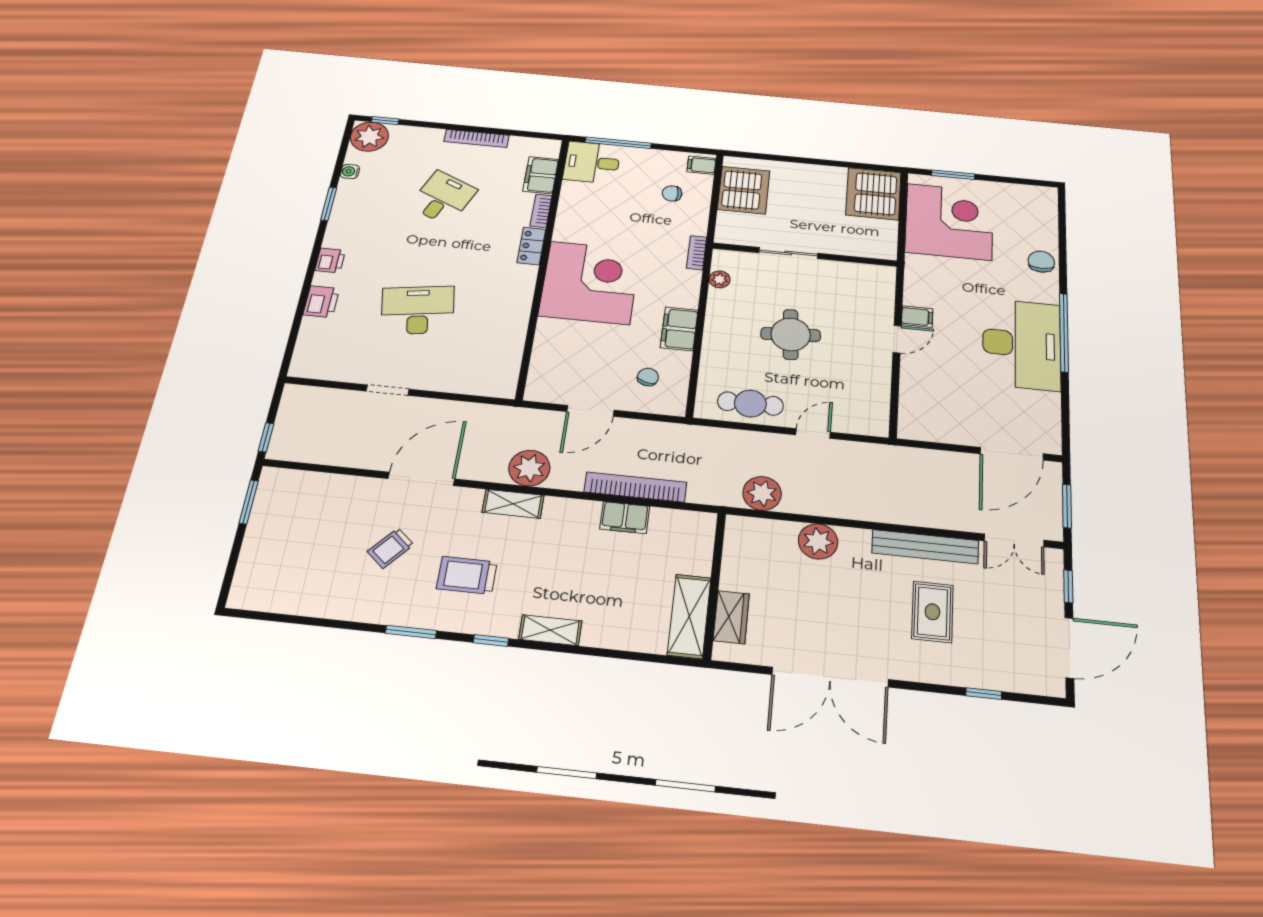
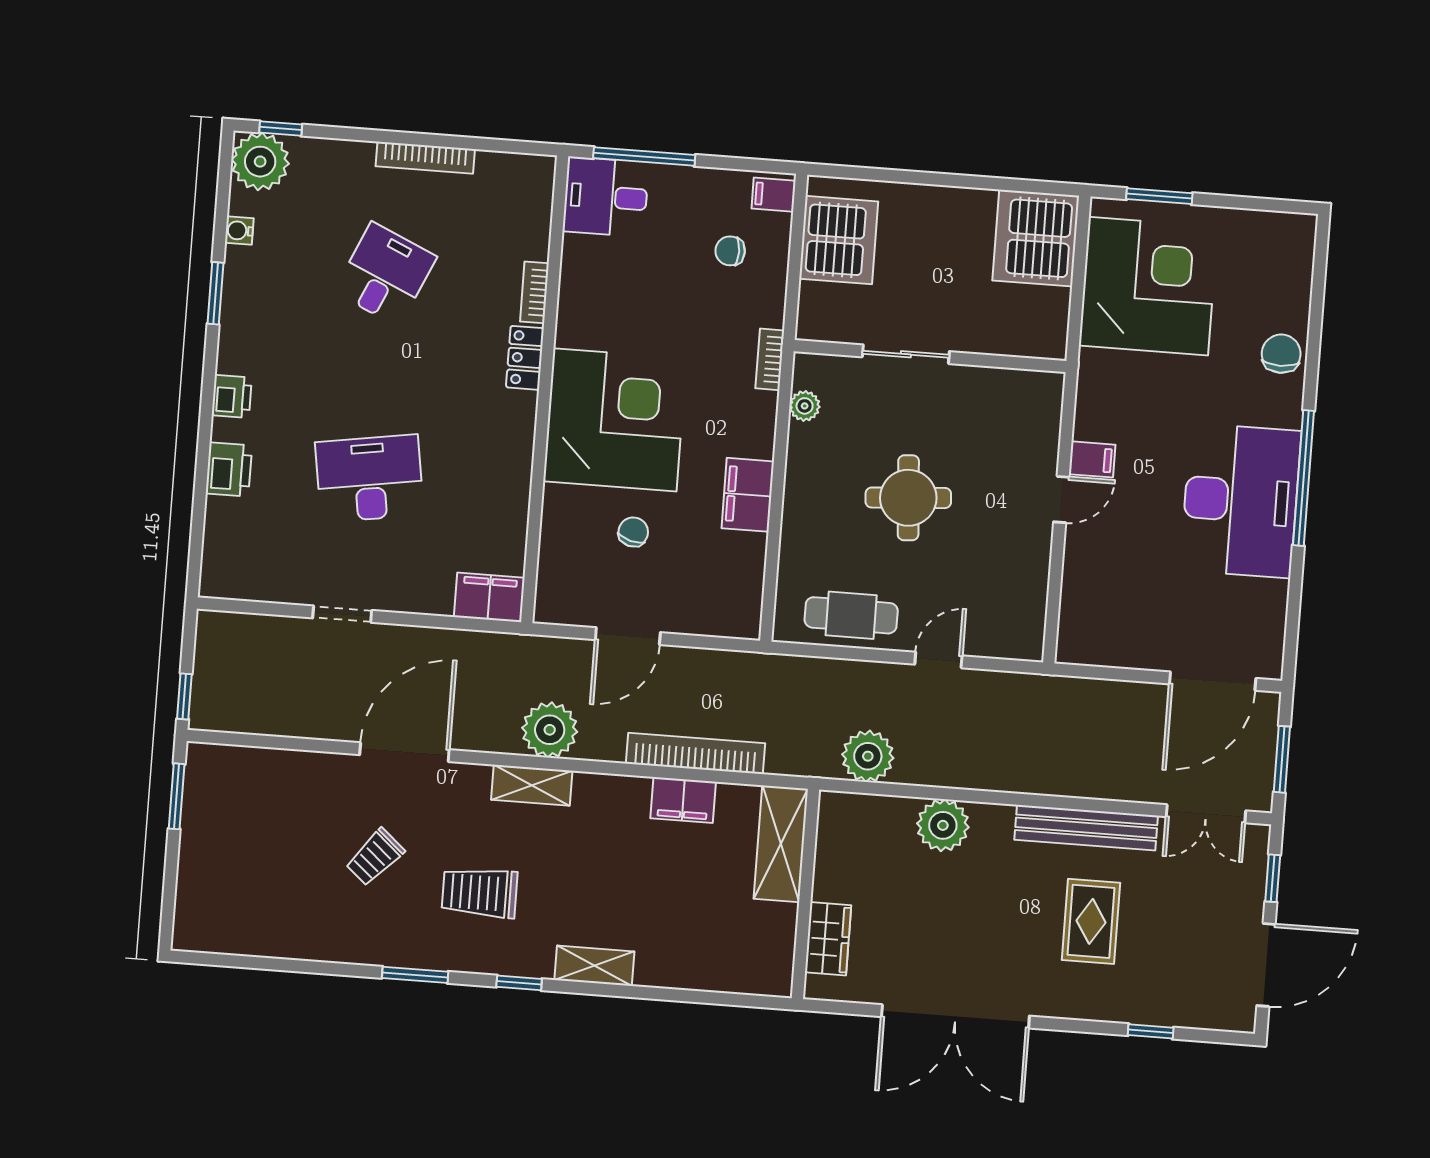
filing cabinet: (541, 175) -> (489, 597), moved, turned 90
chair: (648, 377) -> (633, 532), moved
shelving: (689, 616) -> (781, 844), moved

